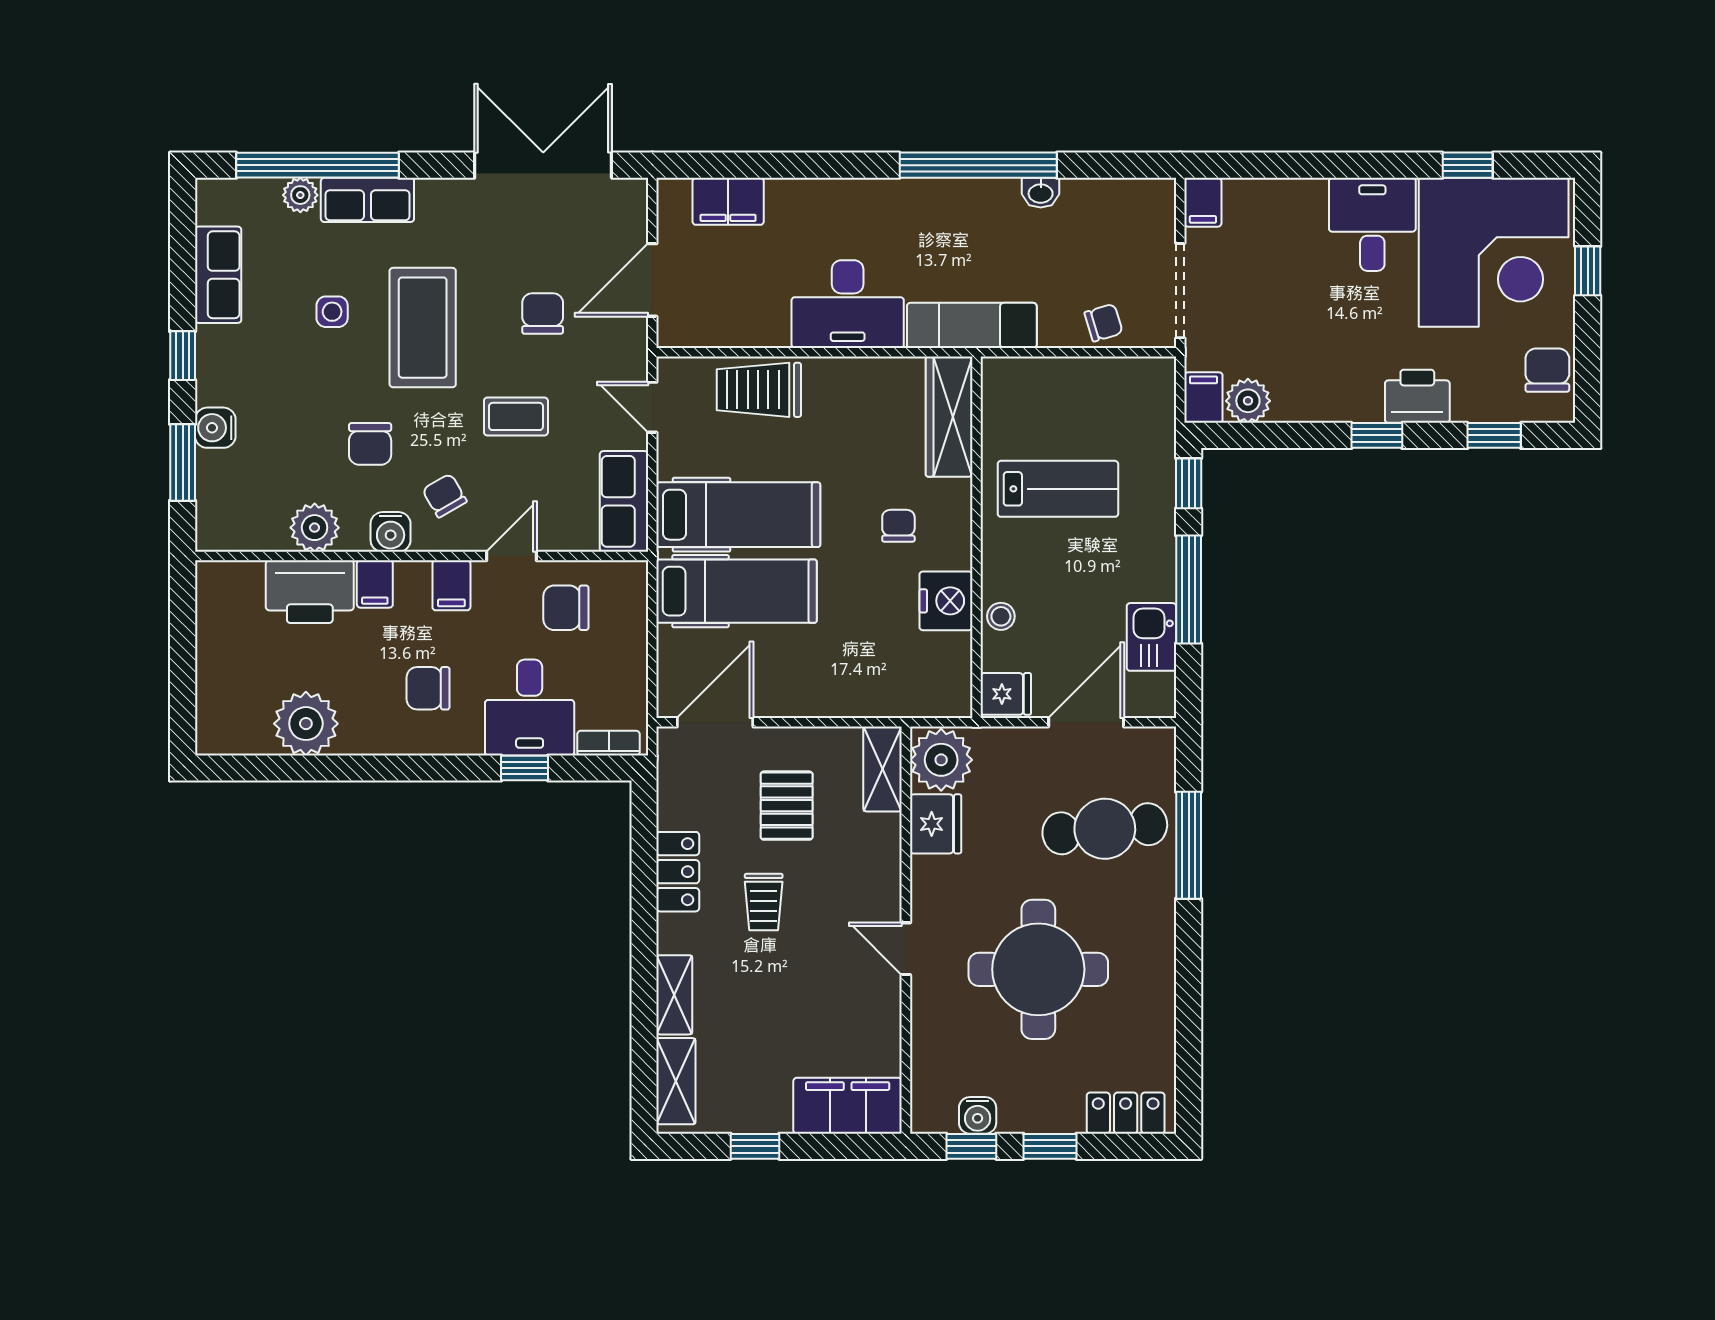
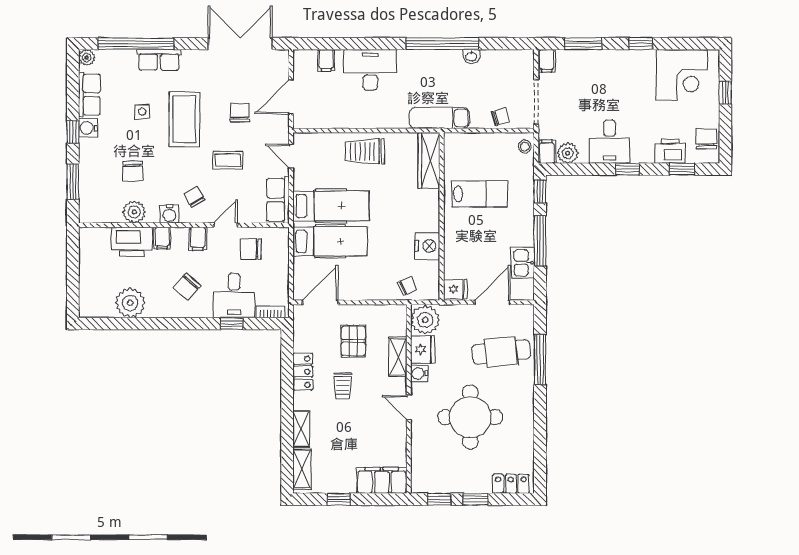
window: (1281, 165) -> (583, 44), added
window: (1468, 165) -> (641, 44), moved
plant: (300, 195) -> (87, 58), moved
filing cabinet: (728, 201) -> (326, 60), width x0.50
desk: (1372, 224) -> (610, 142), moved, turned 180
corner desk: (1494, 252) -> (682, 75), width x0.74, depth x0.74
desk: (848, 304) -> (370, 70), moved, turned 180
trolley: (759, 390) -> (365, 151), moved
printer: (1417, 396) -> (670, 151), moved
water cooler: (215, 428) -> (88, 128), moved
chair: (370, 444) -> (133, 171), moved
chair: (898, 526) -> (407, 286), moved, turned 66
stool: (1001, 616) -> (525, 146), moved
chair: (428, 688) -> (187, 287), turned -49
shelving: (883, 769) -> (398, 357), moved
water cooler: (978, 1115) -> (419, 373), moved, turned 90

